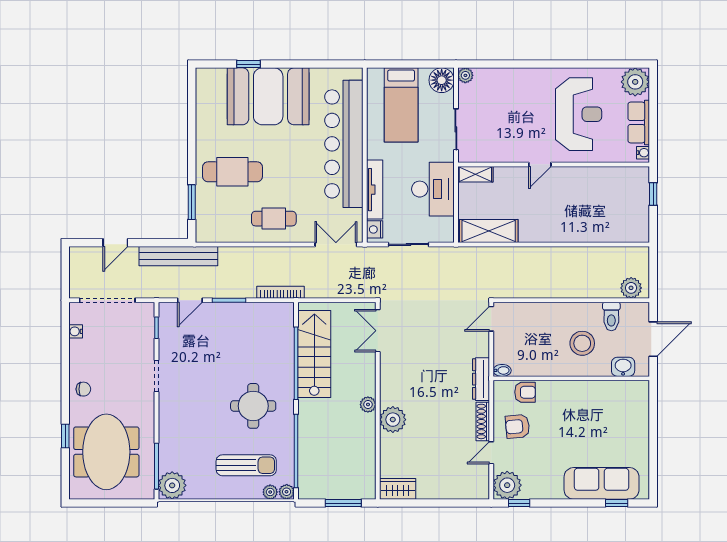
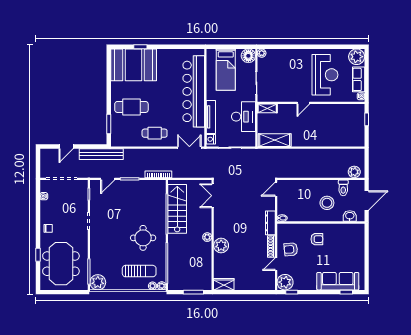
booth: (268, 96) -> (134, 65), moved
armchair: (525, 392) -> (317, 239), moved

